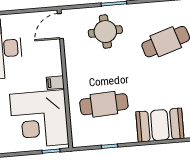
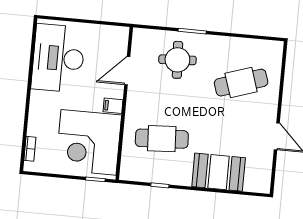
door: (60, 26) -> (127, 71), moved

